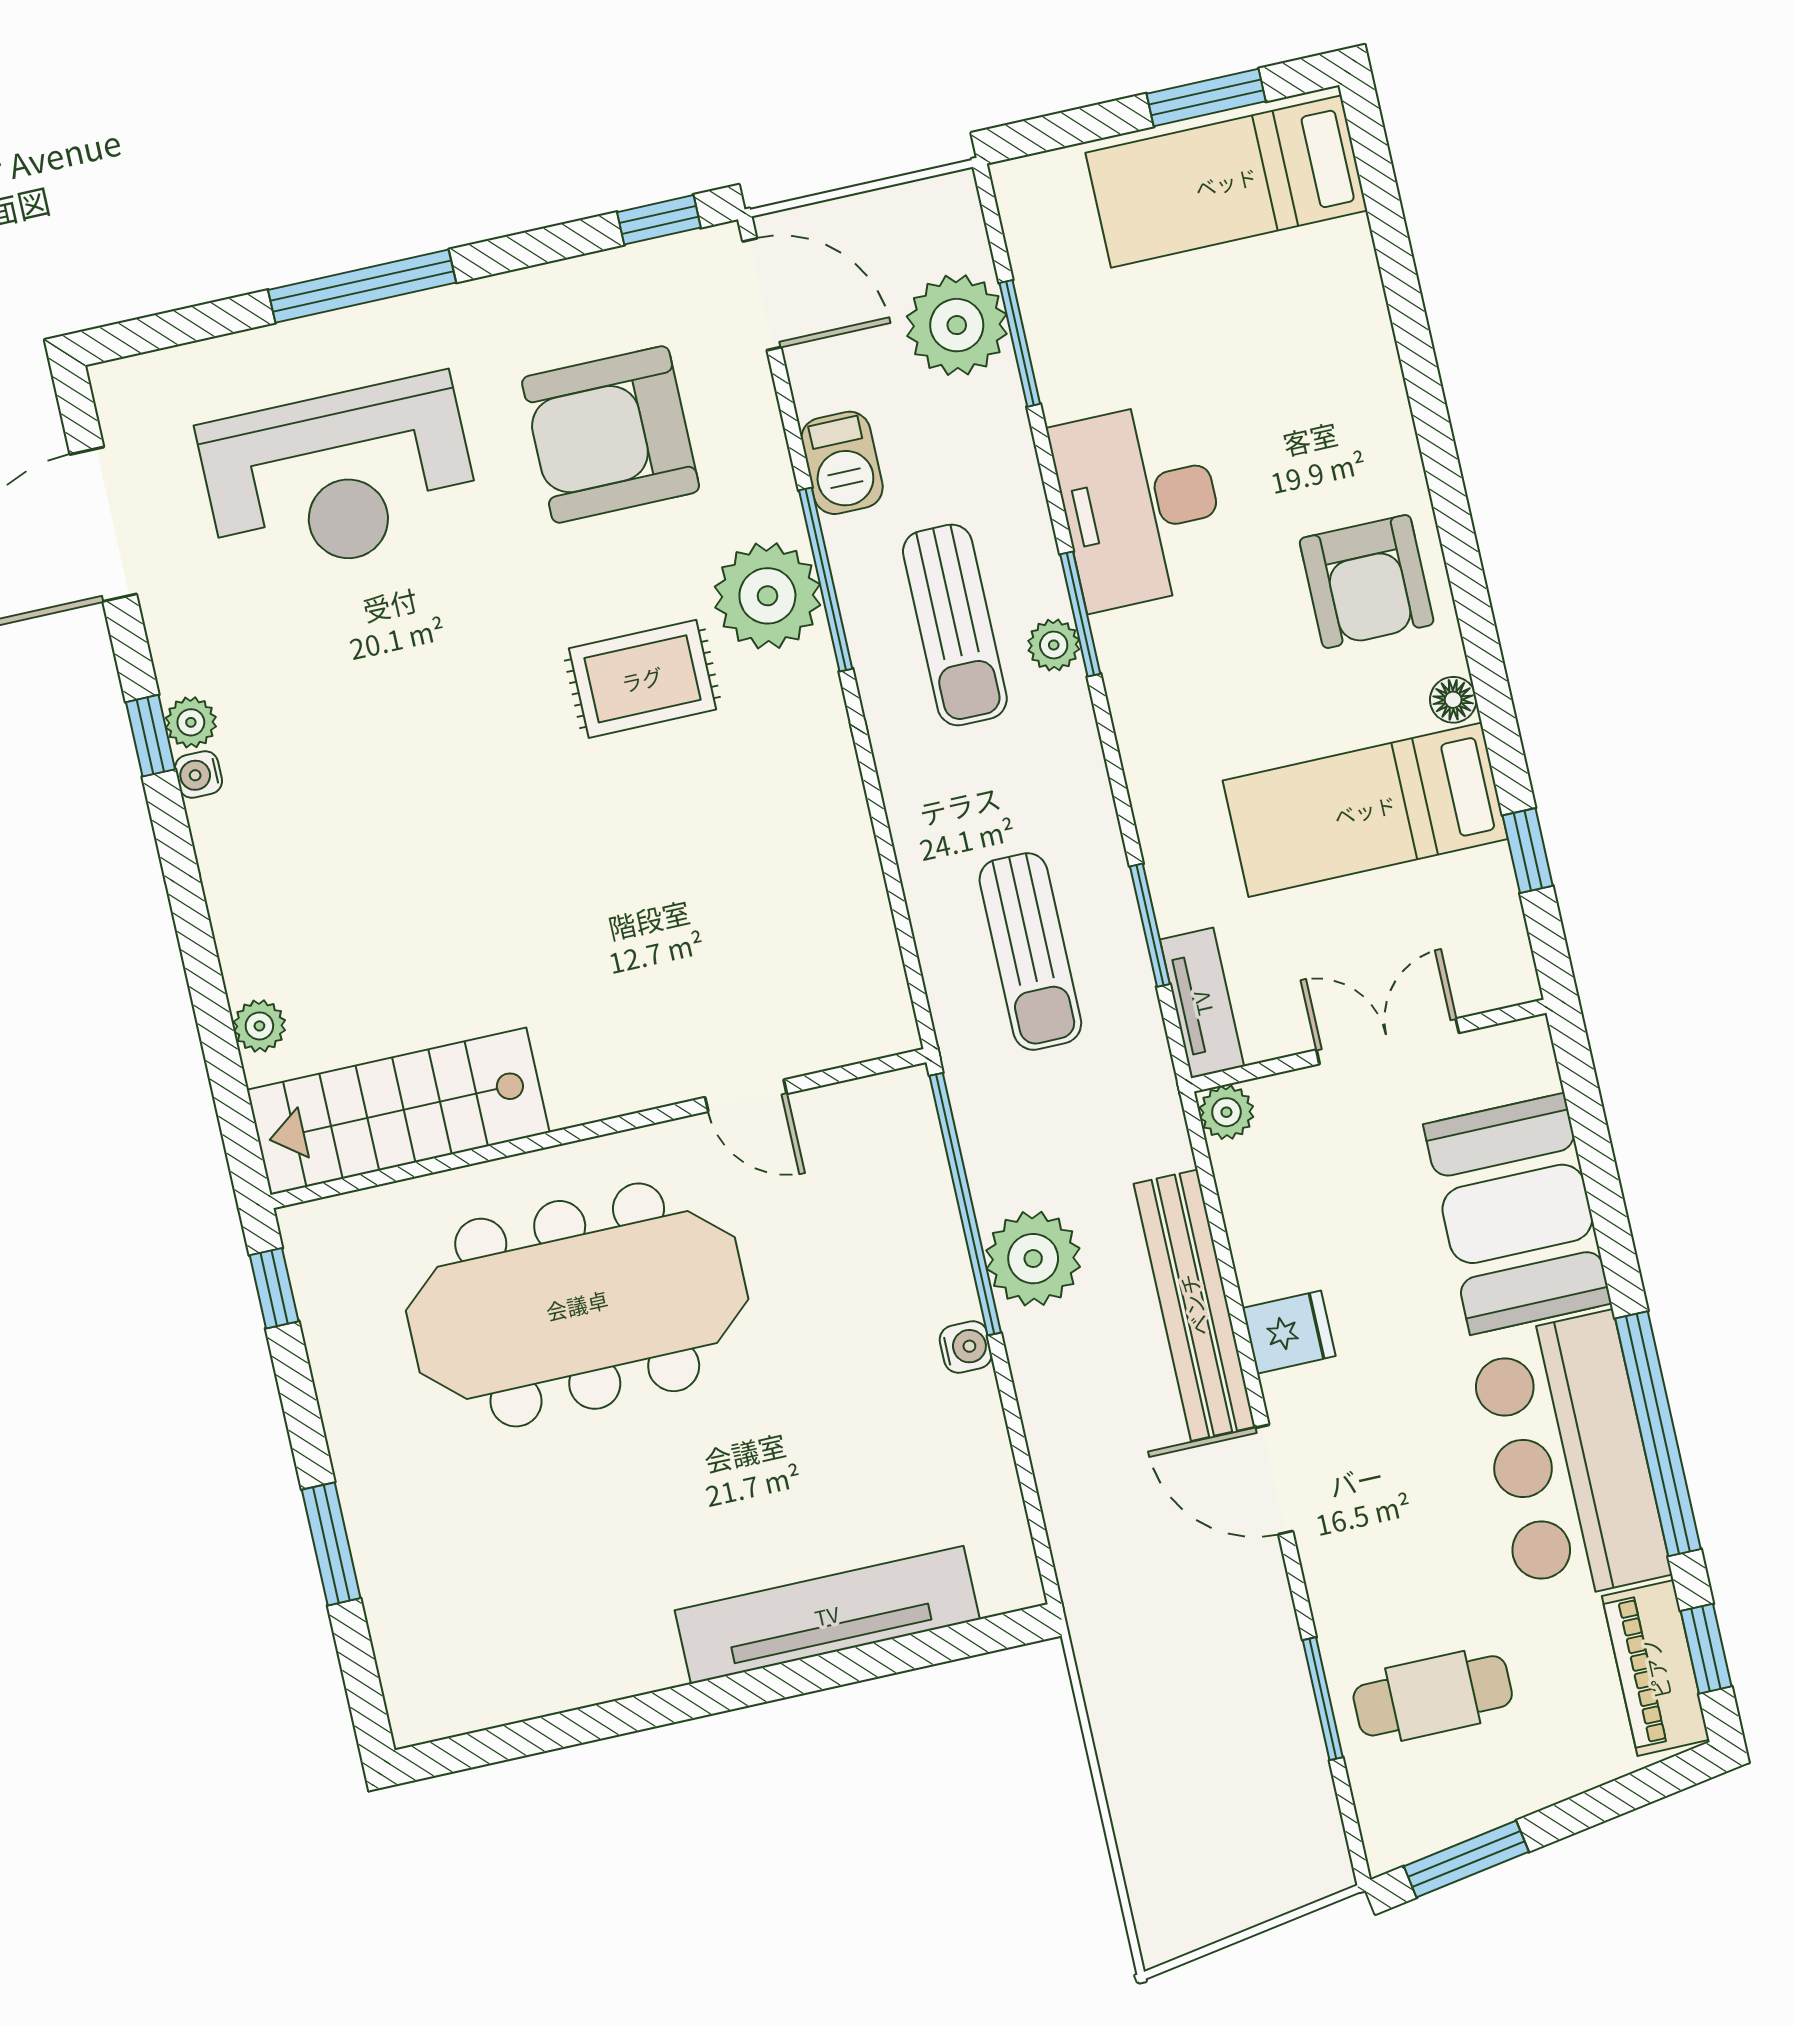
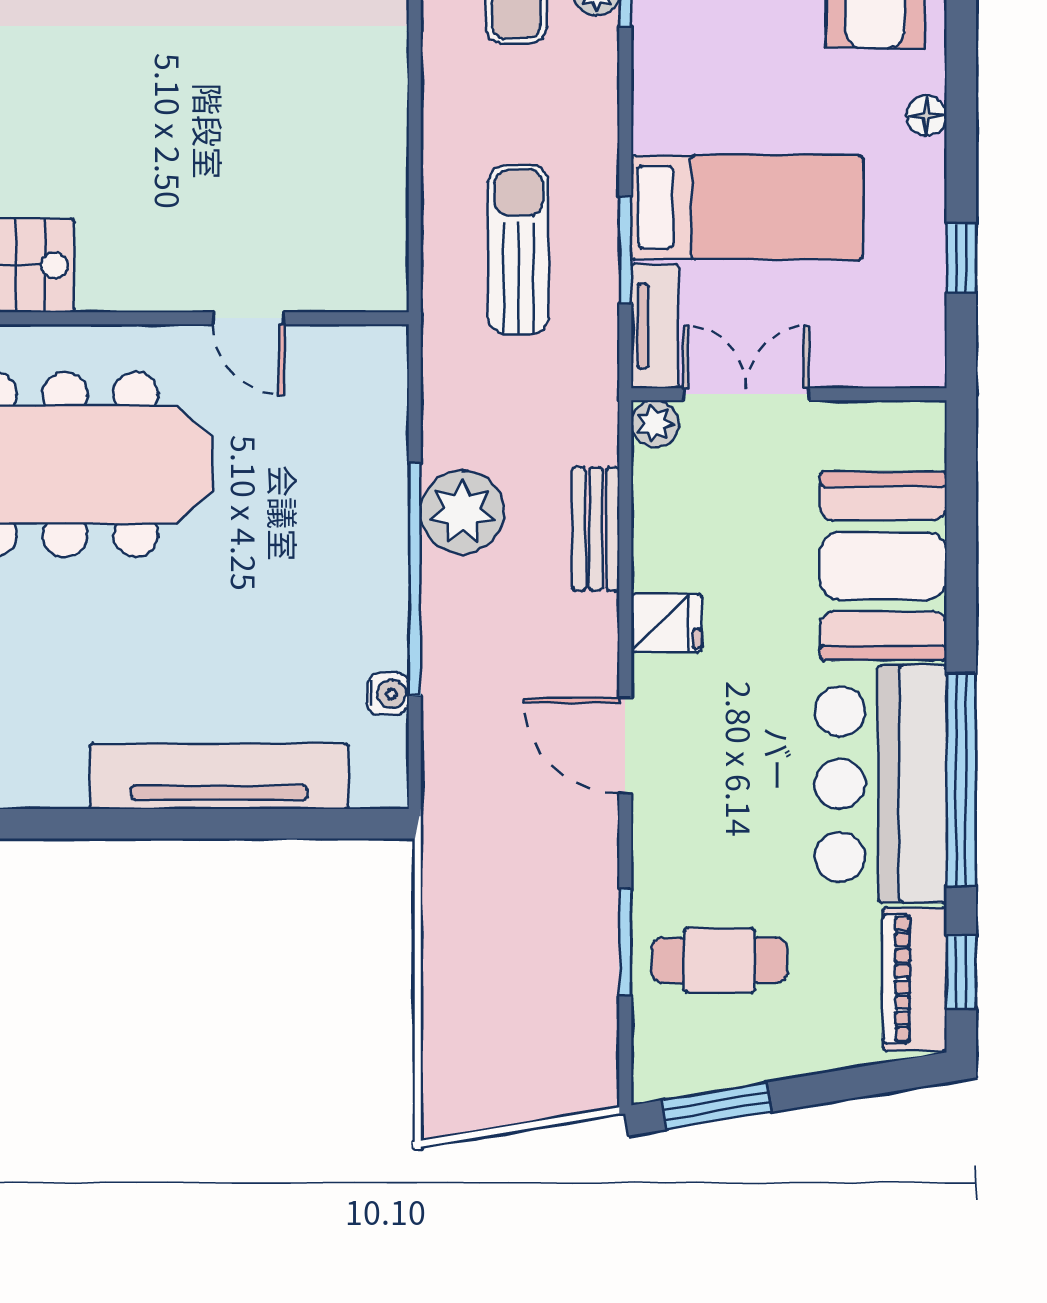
bed: (1365, 810) -> (747, 207), moved, turned 180
sun lounger: (1030, 951) -> (518, 250), turned 180
double door: (1388, 1041) -> (746, 394), moved
window: (965, 1204) -> (415, 579), moved
bench: (1194, 1305) -> (596, 529), width x0.54, depth x0.82
water cooler: (966, 1347) -> (388, 694), moved

